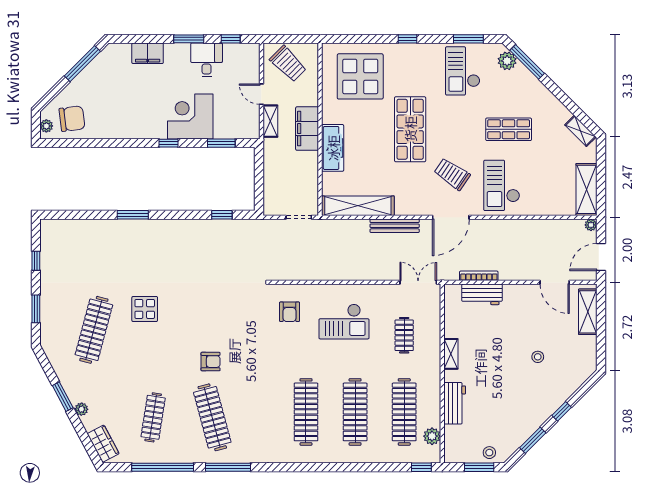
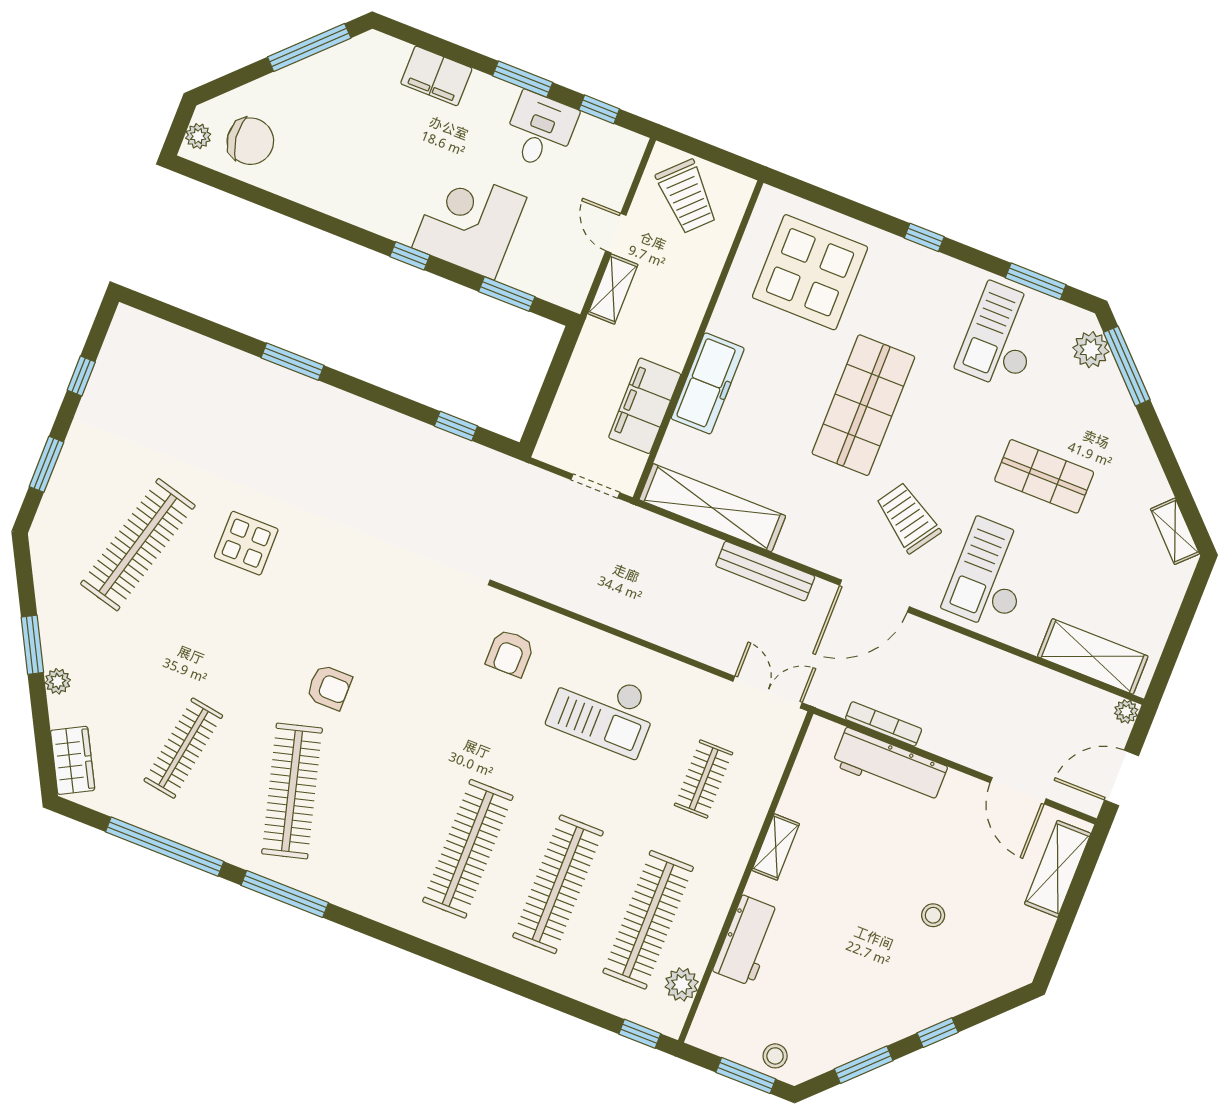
filing cabinet: (307, 129) -> (645, 406), moved
shelving: (587, 189) -> (1093, 656), moved, turned 90
workbench: (482, 294) -> (890, 766), width x1.37

